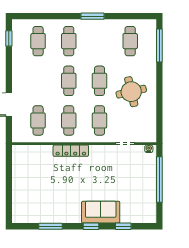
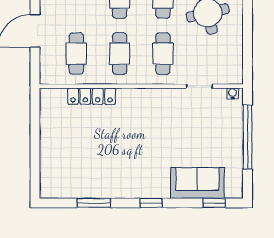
locker: (71, 151) -> (92, 96), moved
sofa: (101, 212) -> (197, 183), moved
window: (123, 226) -> (214, 203), moved

